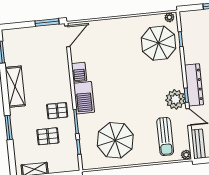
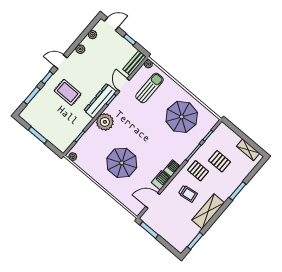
door: (67, 36) -> (153, 200), moved
parasol: (158, 43) -> (122, 163), moved
trolley: (46, 84) -> (188, 194), added
barbecue: (84, 98) -> (172, 168), width x0.53, depth x0.65
plant: (175, 99) -> (105, 122), moved

